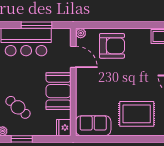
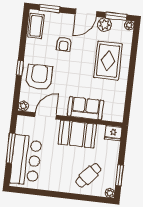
window: (119, 25) -> (20, 68), added
armchair: (148, 67) -> (64, 44), added
sofa: (93, 126) -> (85, 108), moved, turned 90

